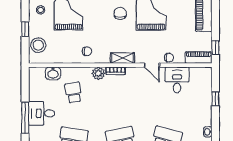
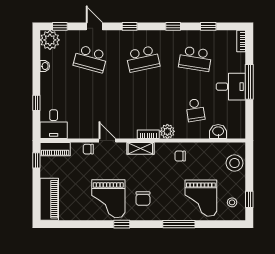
window: (25, 29) -> (249, 199), moved
desk: (177, 80) -> (54, 124), moved

